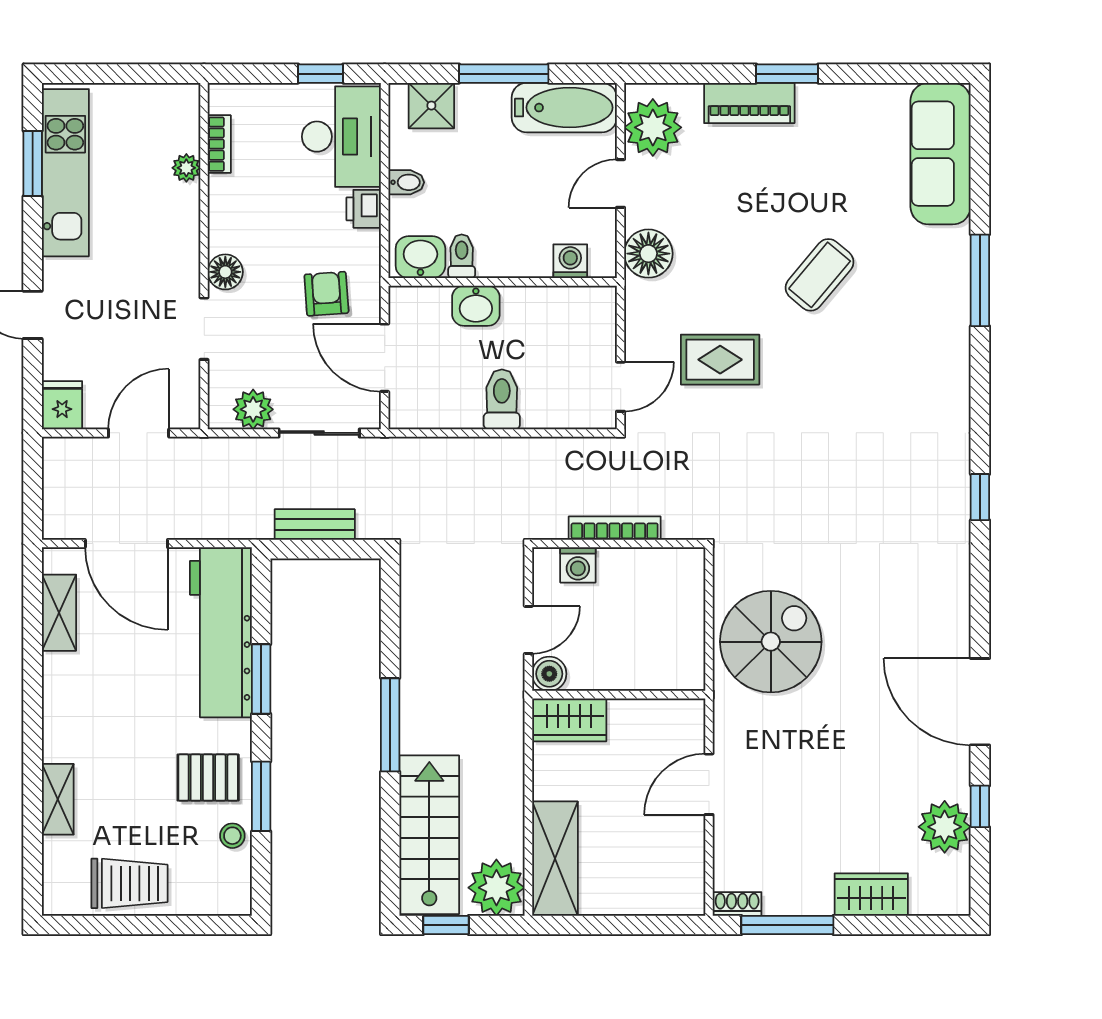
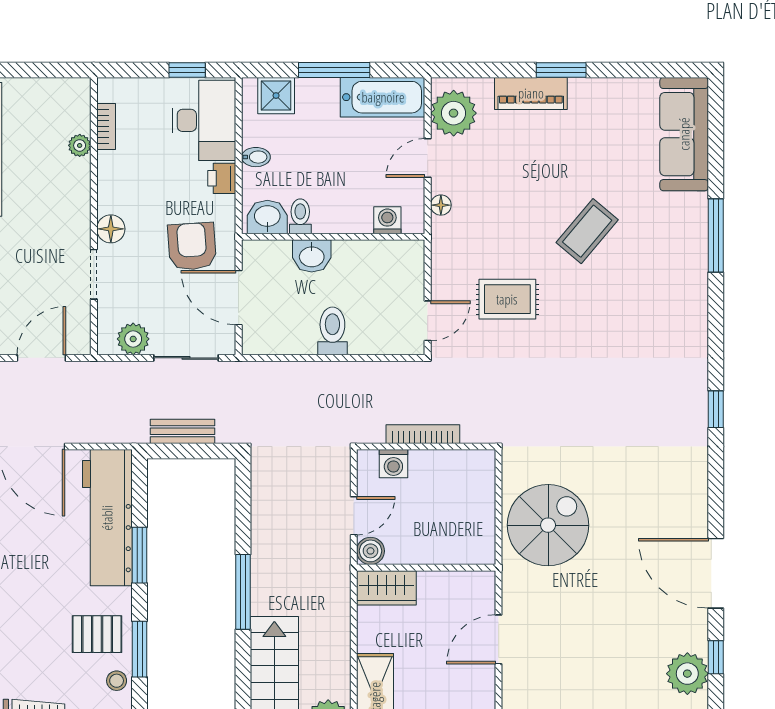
floor lamp: (648, 254) -> (441, 205), width x0.53, depth x0.53
armchair: (326, 294) -> (192, 246), width x1.38, depth x1.38

